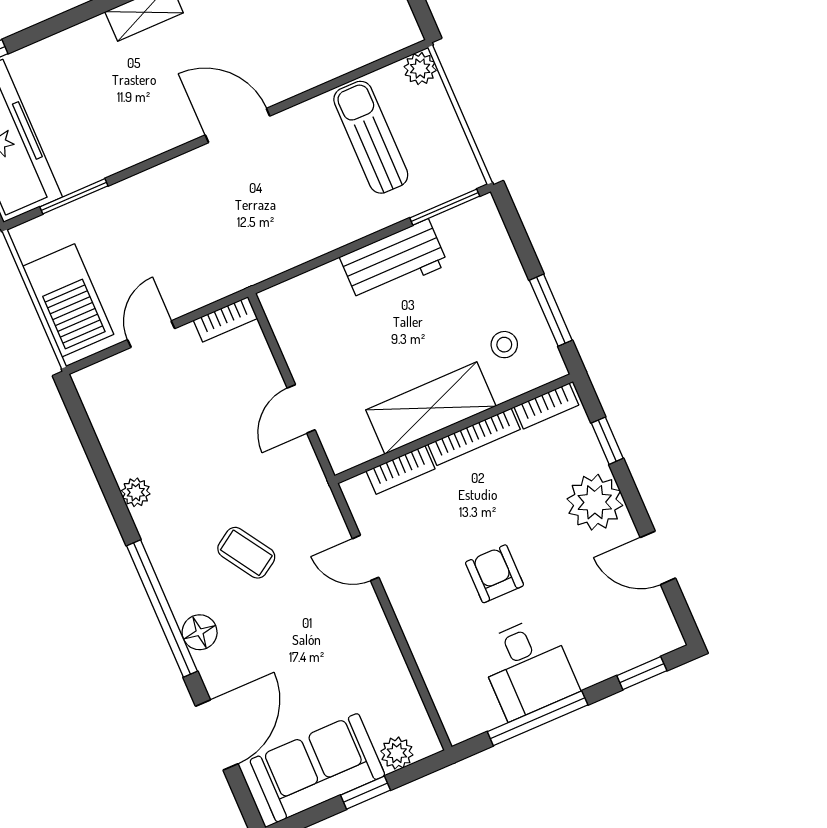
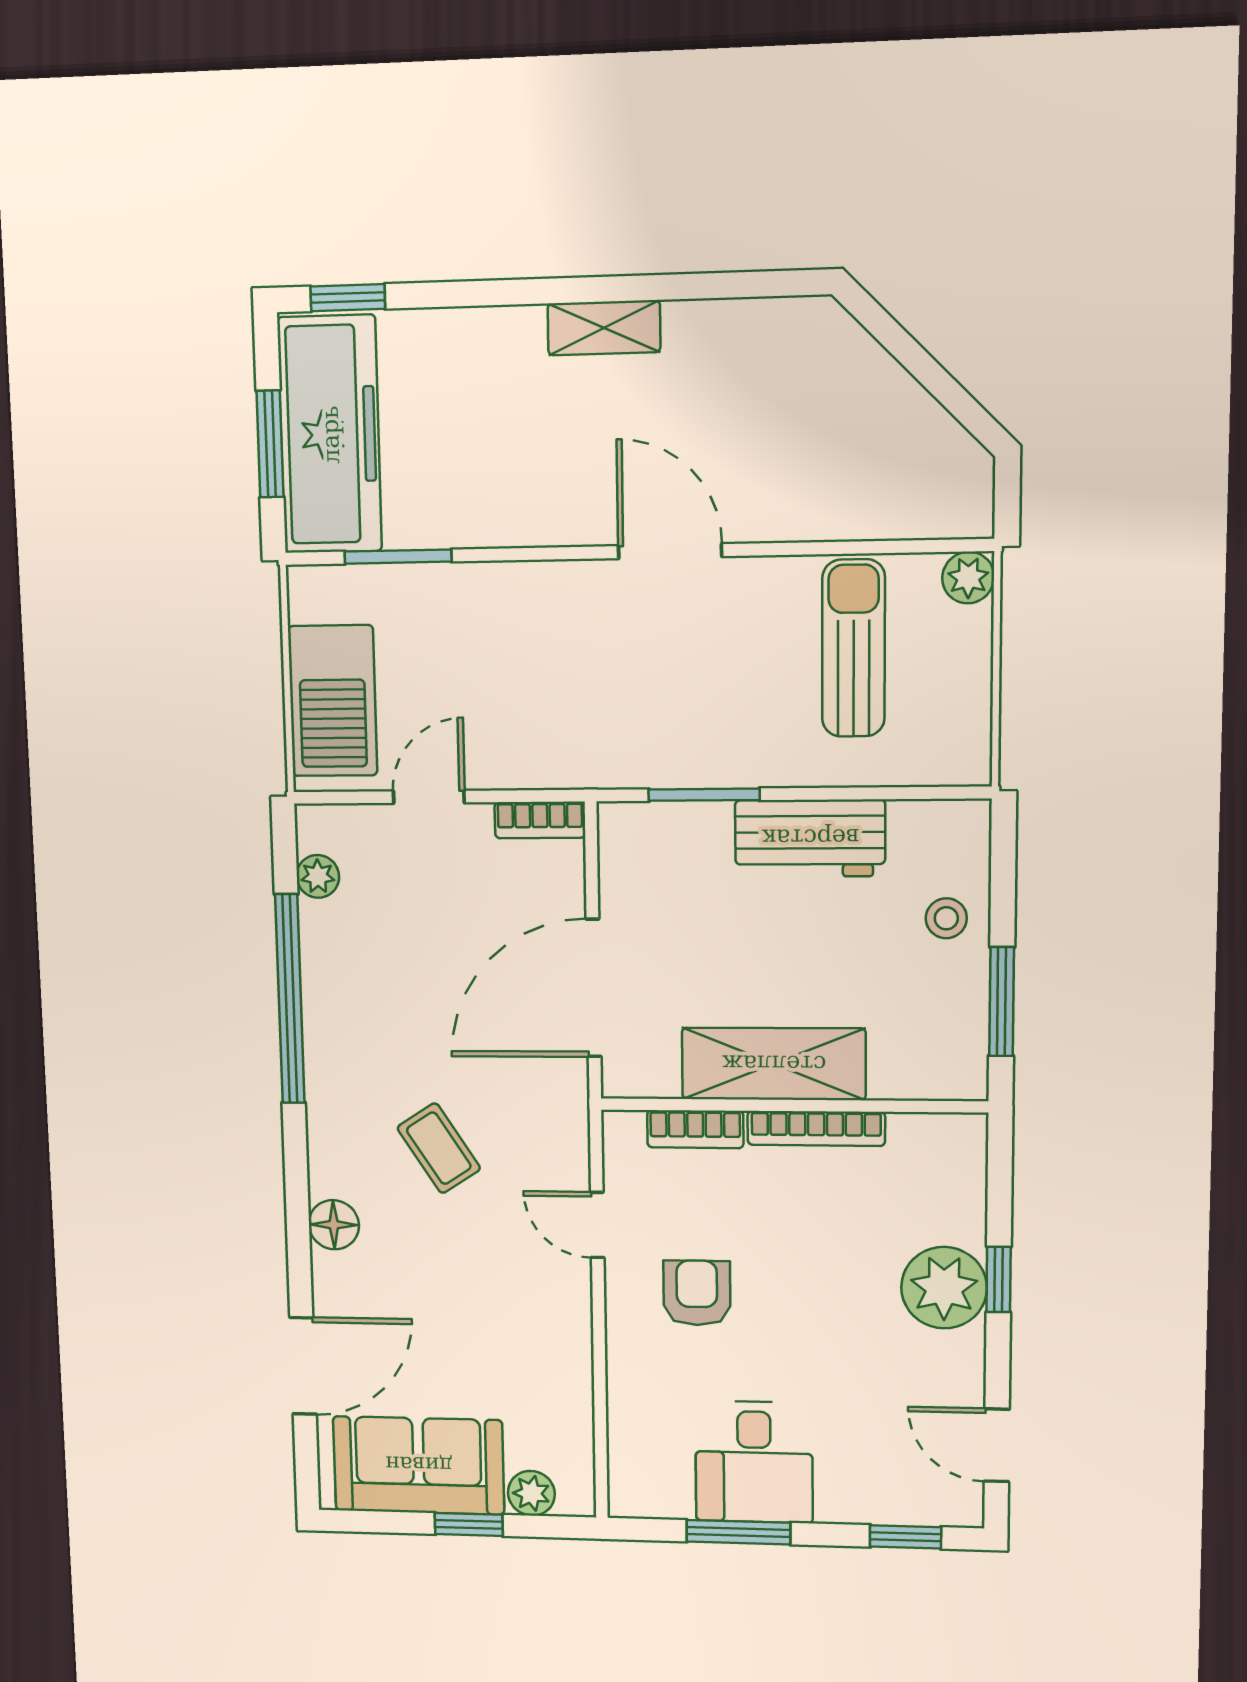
window: (445, 207) -> (704, 795), moved
stool: (504, 345) -> (946, 918), moved
bookcase: (546, 406) -> (936, 1130), removed
door: (301, 409) -> (594, 988), width x1.88
window: (607, 441) -> (999, 1279), moved
plant: (136, 492) -> (318, 876), moved
door: (658, 558) -> (997, 1445), moved
armchair: (495, 574) -> (697, 1293), moved
window: (162, 609) -> (290, 999), moved
window: (538, 718) -> (738, 1532), width x0.69

